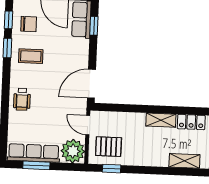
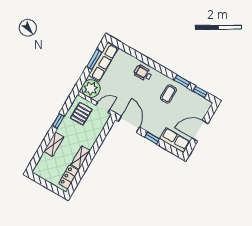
chair: (29, 24) -> (190, 104), removed
window: (94, 26) -> (152, 138), moved
shelving: (184, 161) -> (54, 144), moved
window: (112, 169) -> (58, 121), moved

